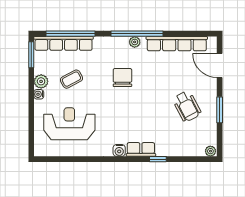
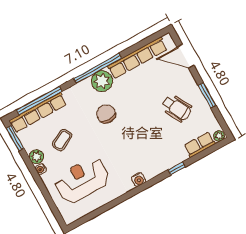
plant: (135, 42) -> (102, 81), width x1.88, depth x1.88
row of seats: (141, 149) -> (200, 145), moved

